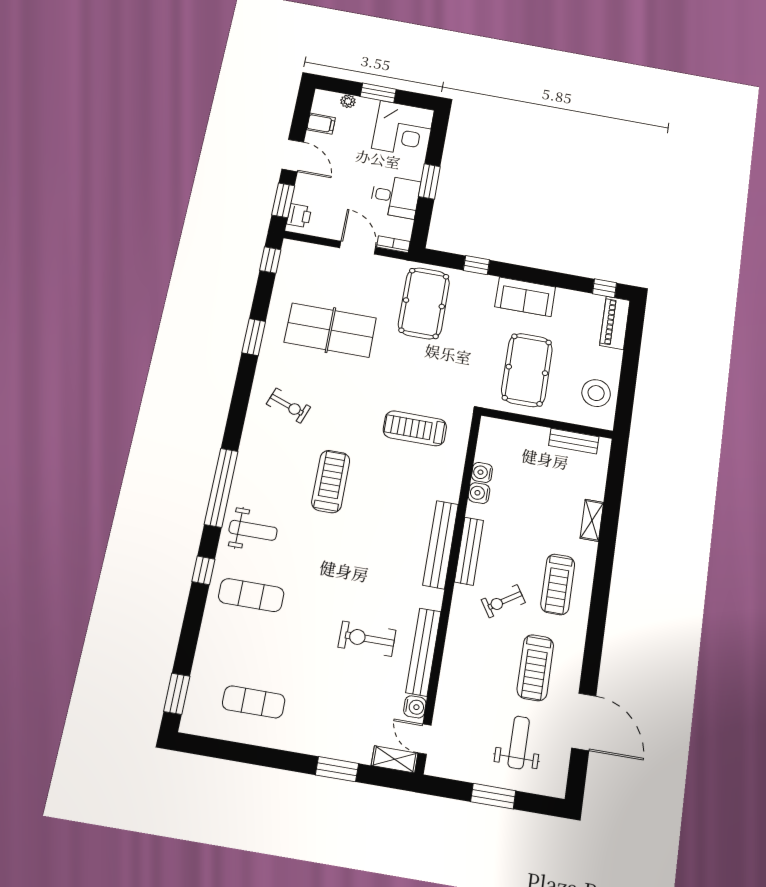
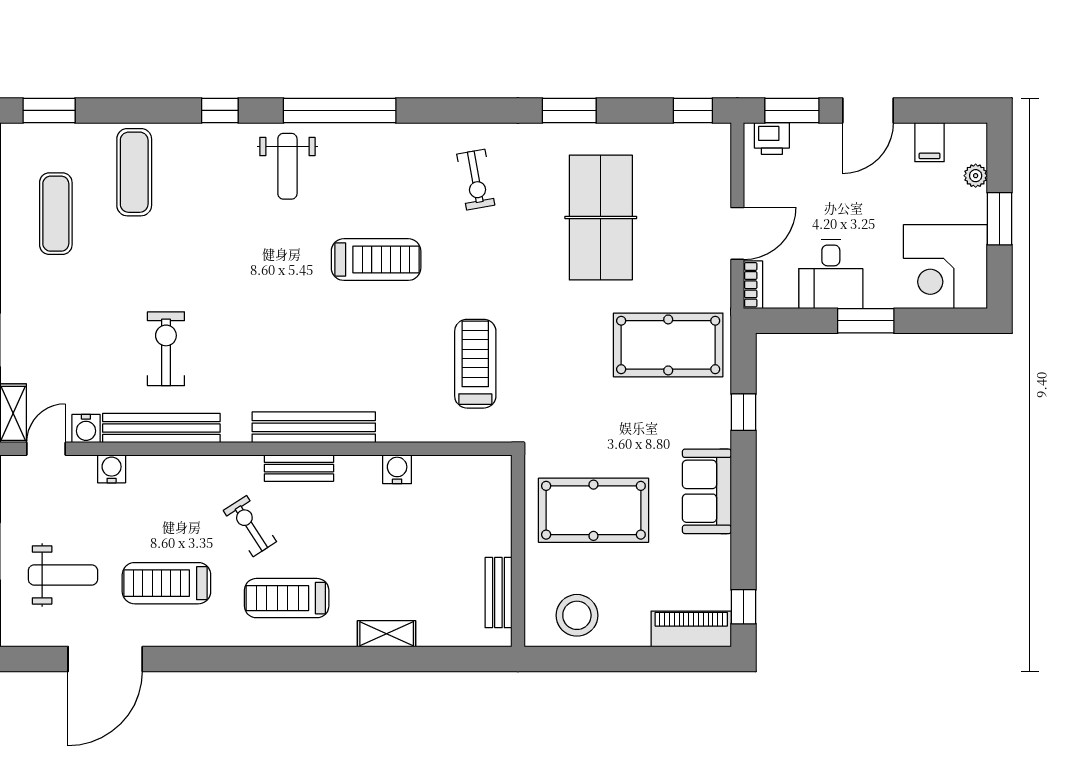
exercise bike: (288, 406) -> (476, 180), turned -30
water cooler: (482, 472) -> (112, 469), moved
bench: (469, 551) -> (299, 468), width x0.73
exercise mat: (251, 595) -> (134, 172), moved

